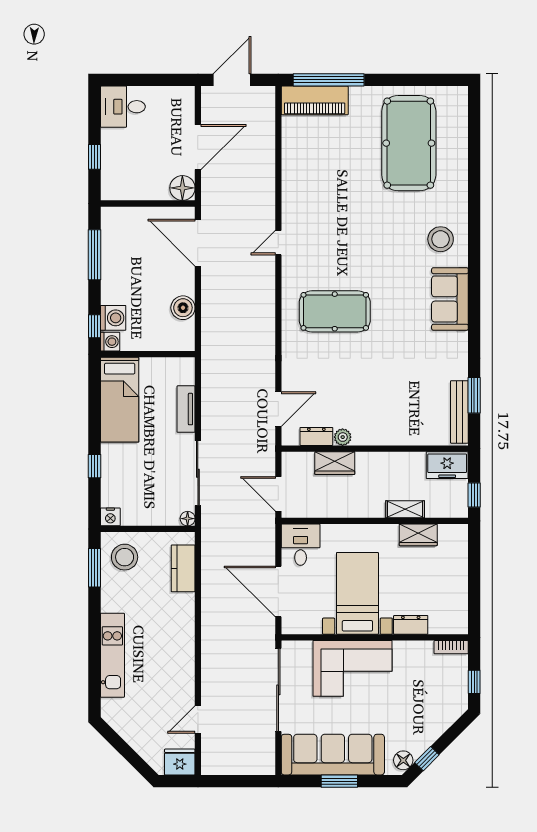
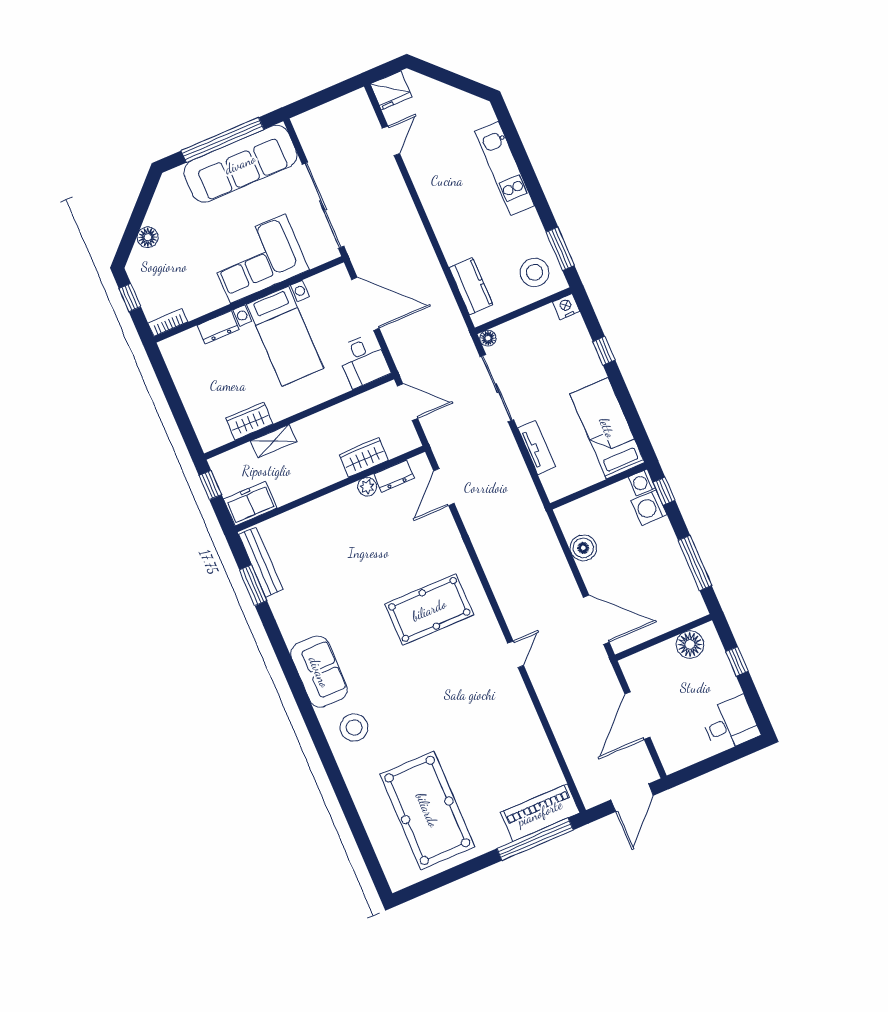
floor lamp: (182, 188) -> (690, 644), moved
window: (427, 759) -> (144, 200), removed
floor lamp: (403, 760) -> (148, 237), moved
window: (339, 781) -> (222, 140), width x2.11

